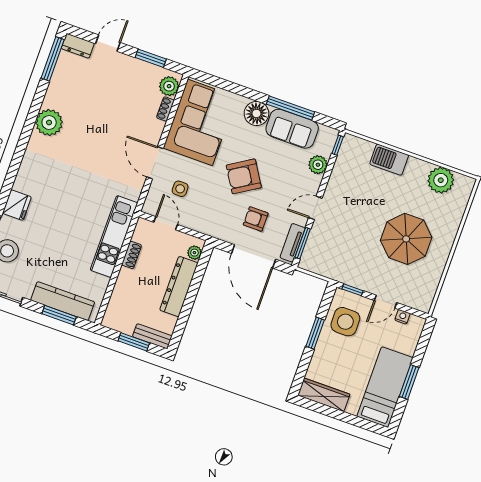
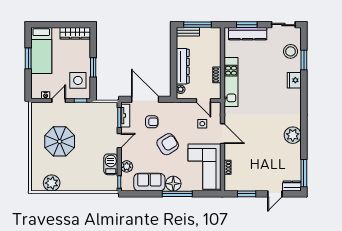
plant: (169, 86) -> (230, 181), removed
window: (290, 108) -> (177, 194), moved
barbecue: (389, 160) -> (111, 164), moved, turned -90
window: (134, 342) -> (197, 25), width x1.44

